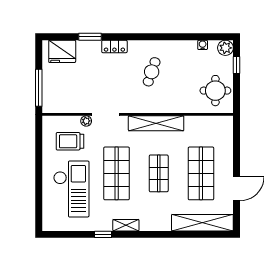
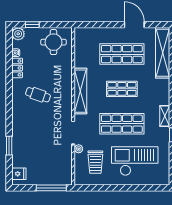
locker: (114, 46) -> (17, 68), moved
fridge: (62, 51) -> (19, 174), width x0.53, depth x0.75

